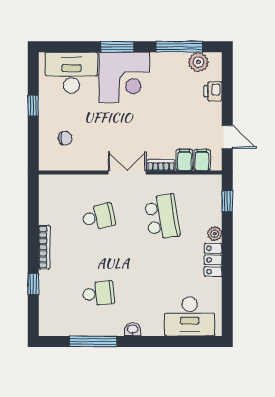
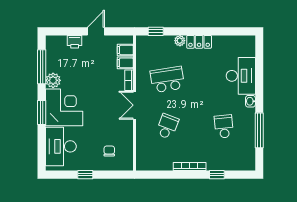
plant: (198, 62) -> (53, 80), moved
door: (227, 137) -> (96, 31), moved
school desk: (98, 217) -> (167, 126), turned 33
desk: (190, 316) -> (241, 76), moved

